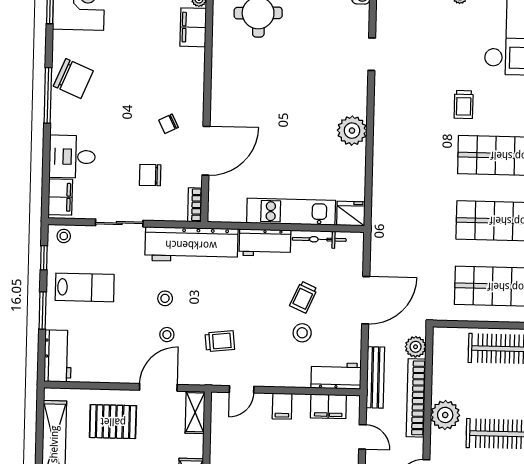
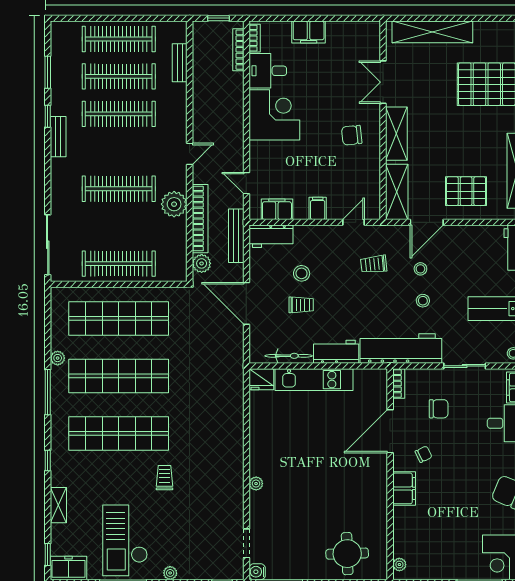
filing cabinet: (193, 27) -> (404, 488), moved
doorway: (372, 54) -> (246, 543), moved
plant: (352, 131) -> (256, 484), moved, width x0.53, depth x0.53
trolley: (304, 297) -> (301, 305), turned 66
door: (366, 300) -> (246, 303), hinge flipped
shelving: (195, 412) -> (397, 192), width x1.50, depth x1.33

